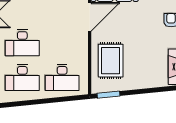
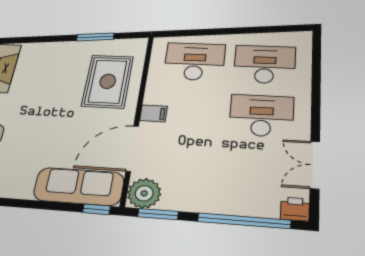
filing cabinet: (81, 40) -> (153, 113), added
window: (108, 95) -> (95, 37), moved

